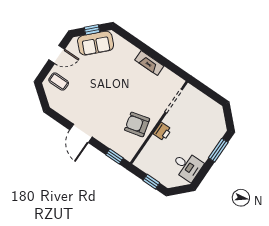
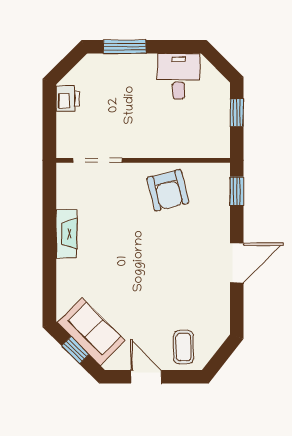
printer: (162, 132) -> (68, 99), moved, turned 90

